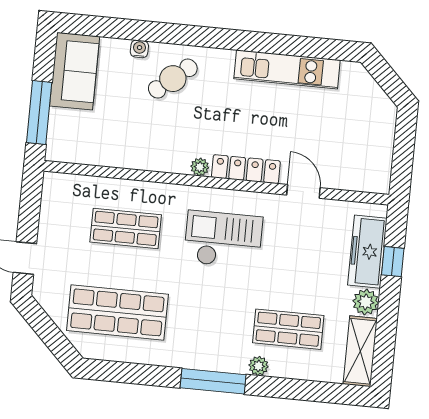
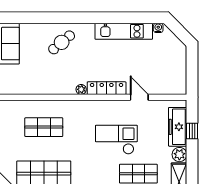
water cooler: (139, 49) -> (158, 28), moved
checkout: (223, 240) -> (116, 140), moved

